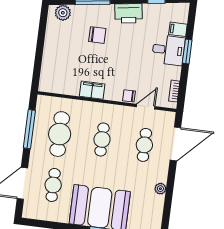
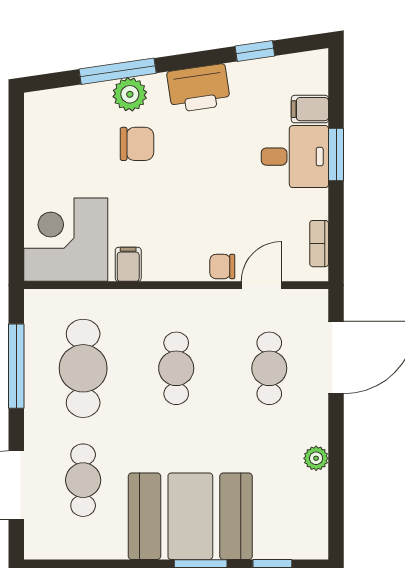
plant: (63, 13) -> (130, 94), moved
corner desk: (59, 74) -> (66, 240), added
filing cabinet: (92, 90) -> (128, 264), width x0.50

